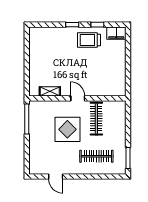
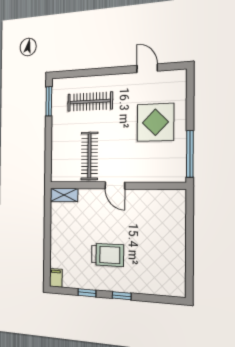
filing cabinet: (116, 33) -> (56, 278), width x0.50
trolley: (89, 40) -> (108, 255), moved
shelving: (50, 91) -> (64, 195), moved
display table: (67, 129) -> (155, 122), moved

